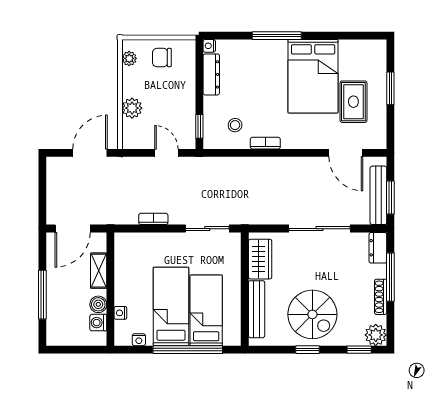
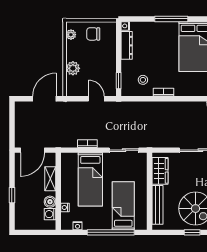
window: (42, 295) -> (12, 195), width x0.46
bed: (171, 306) -> (90, 179), moved, turned 180

